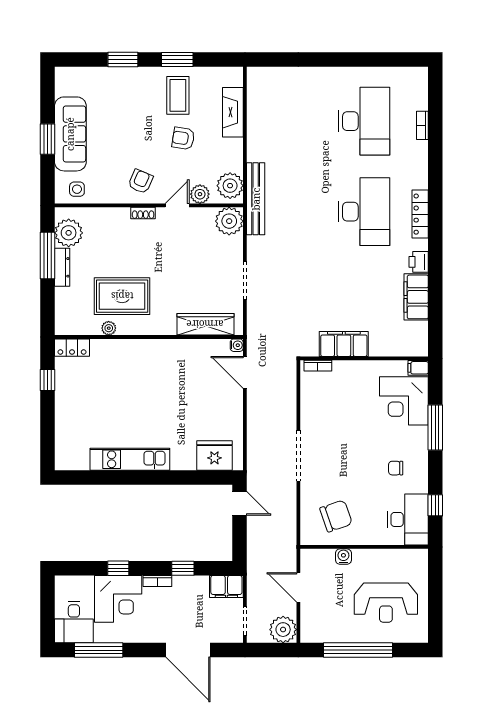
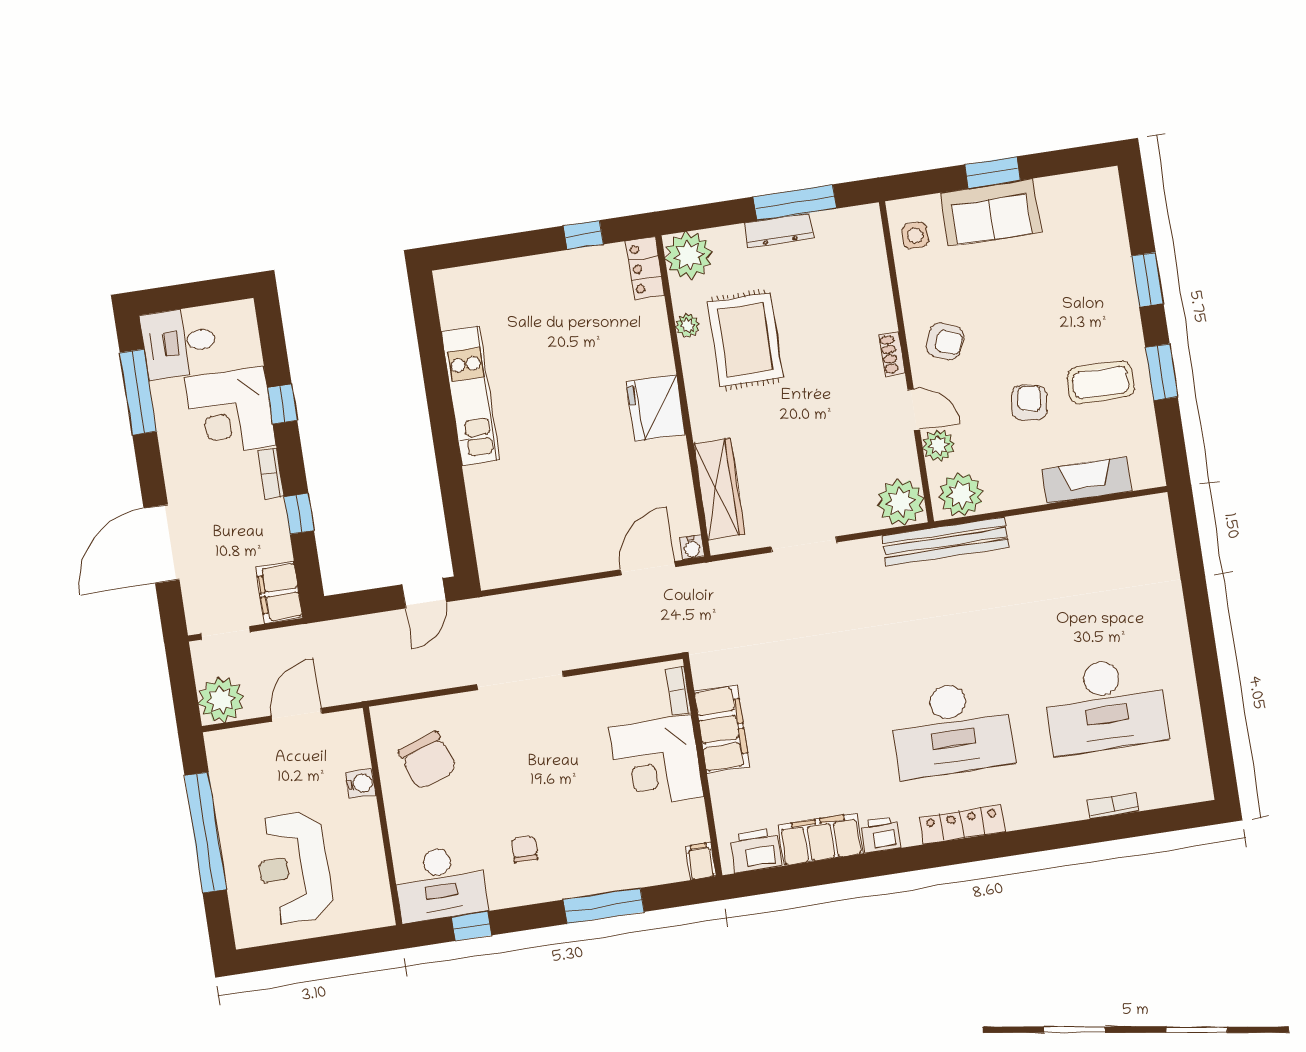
sofa: (70, 134) -> (991, 212), width x0.73
plant: (69, 233) -> (689, 256), moved
printer: (417, 335) -> (755, 851), added
corner desk: (404, 401) -> (657, 762), moved, turned -90
fridge: (214, 456) -> (656, 408), moved, turned 180

